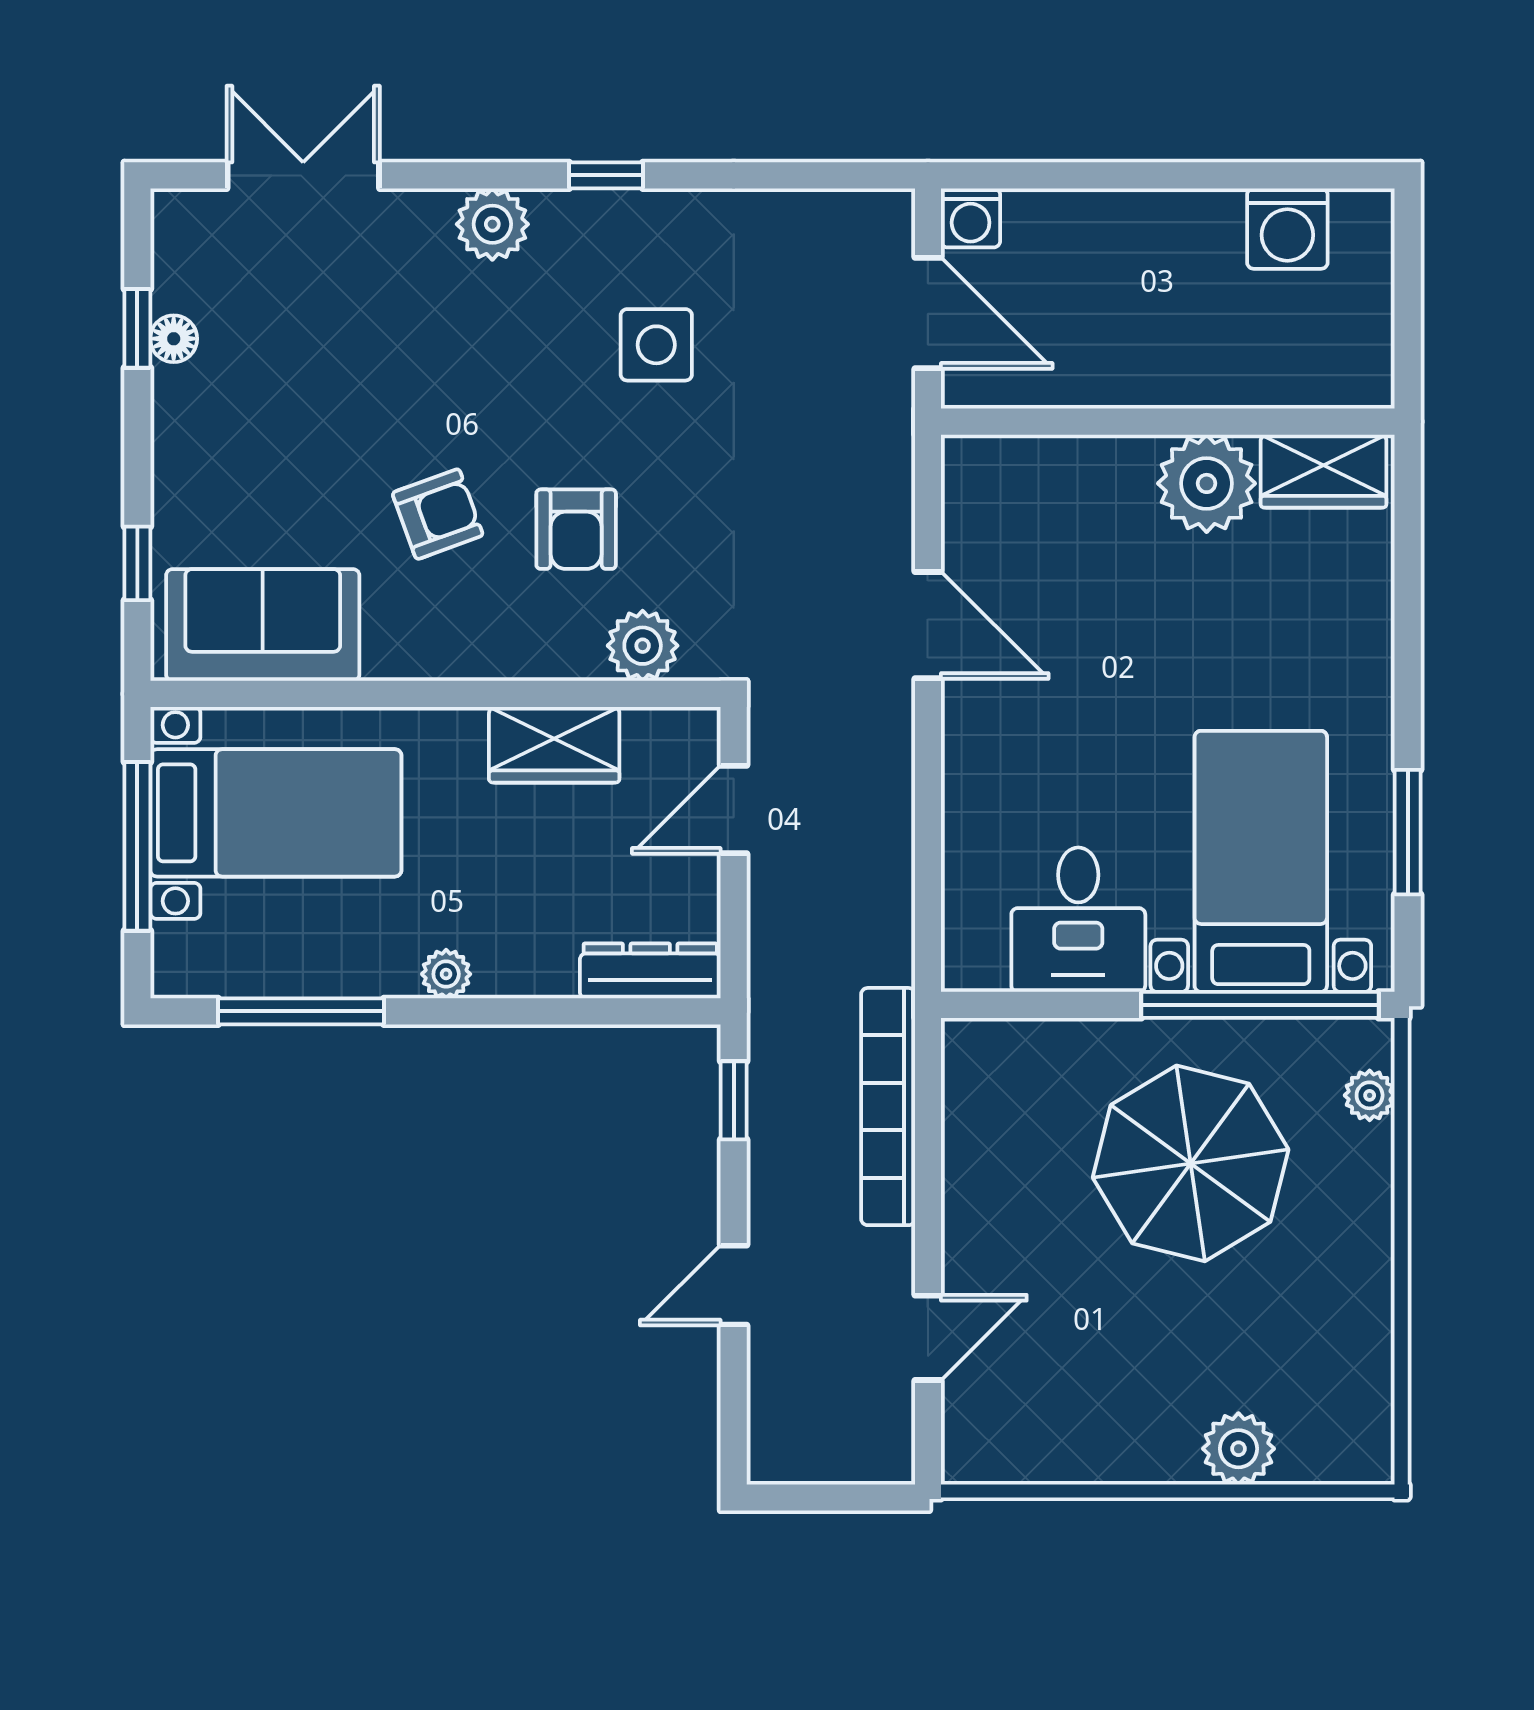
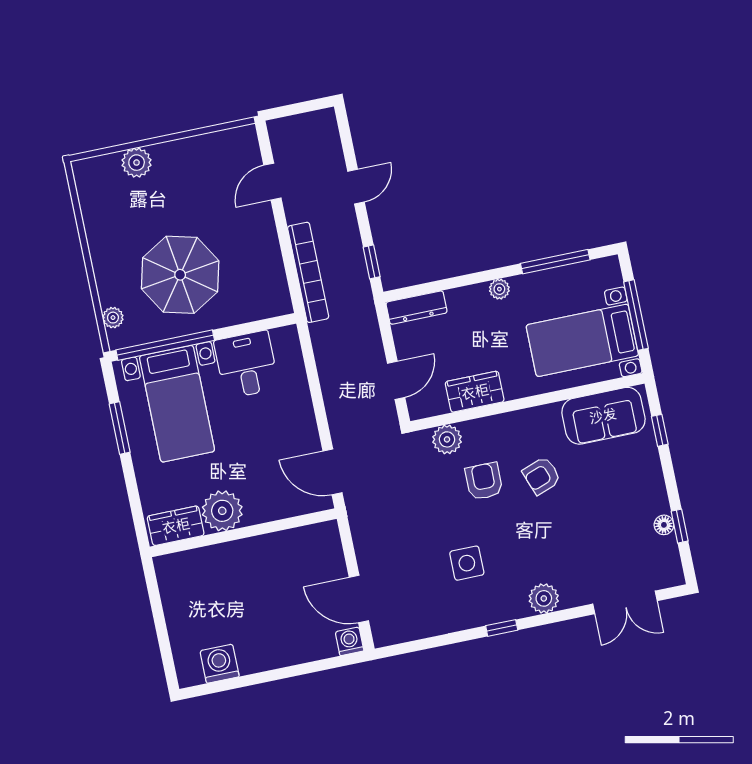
wall: (1168, 422) -> (243, 533), moved
wardrobe: (1324, 471) -> (176, 526), moved
plant: (1207, 483) -> (222, 511), moved

